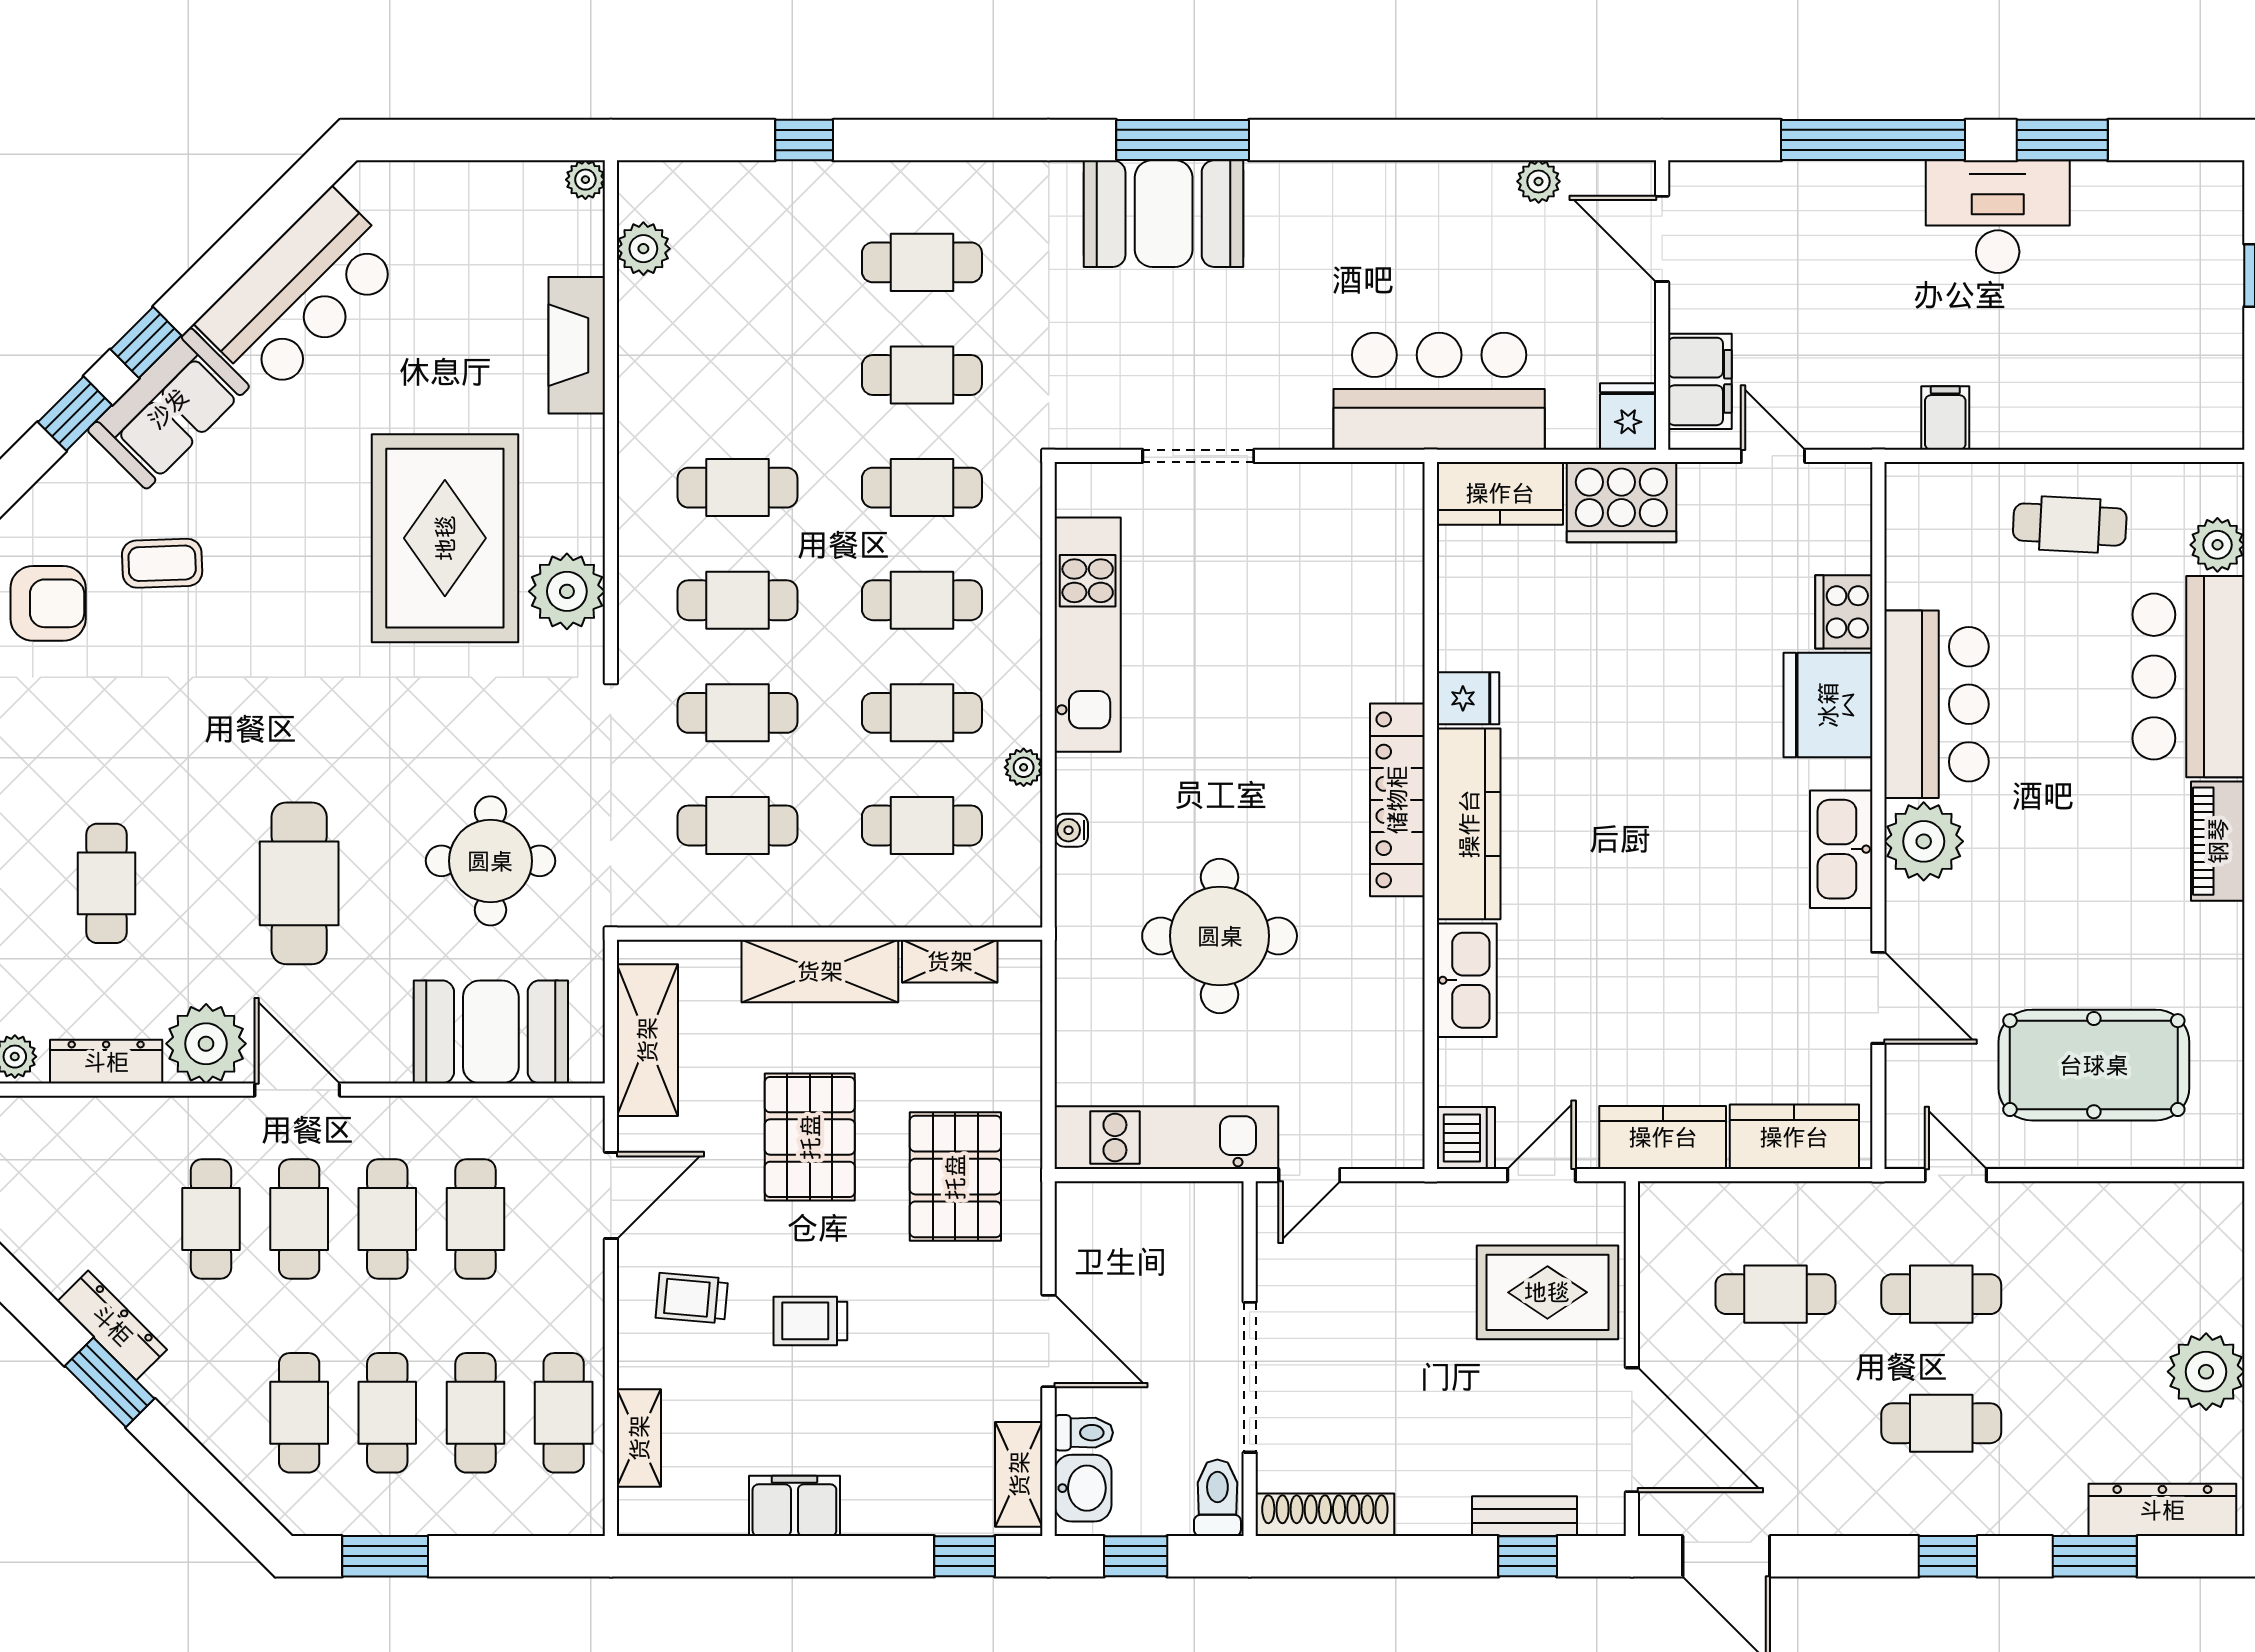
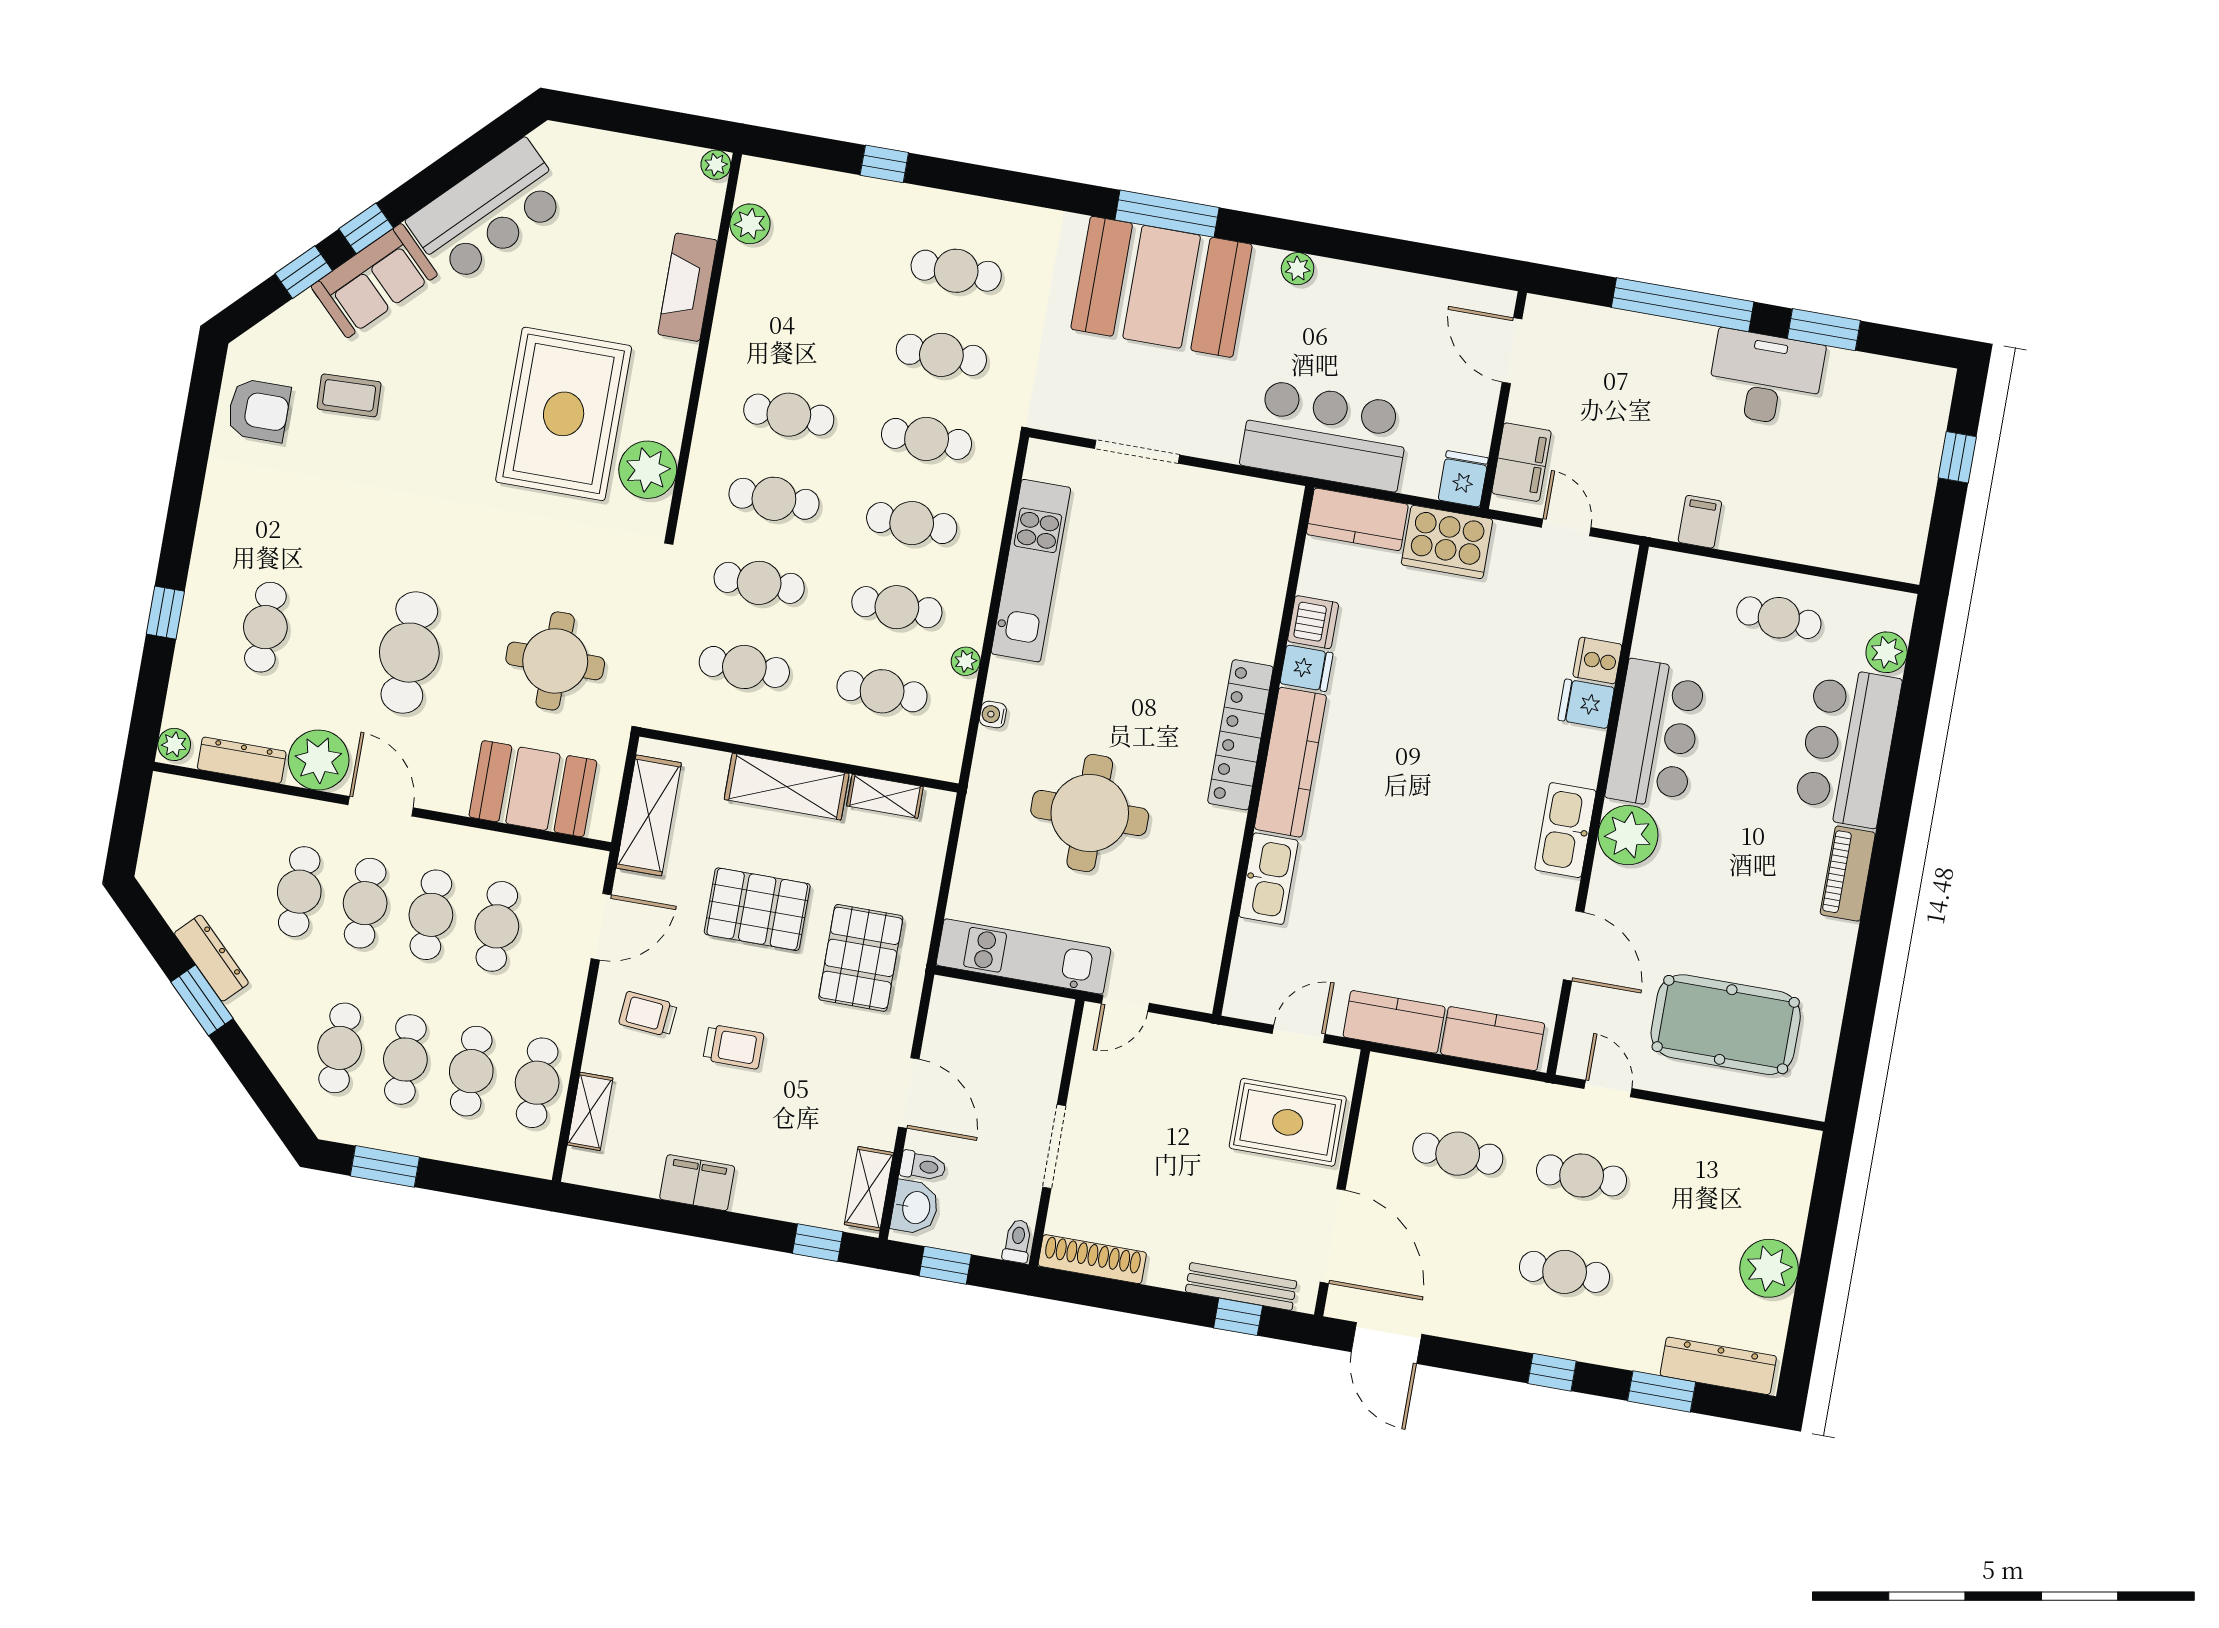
plant: (1539, 181) -> (1298, 269), moved
booth: (1164, 214) -> (1162, 287), width x1.36, depth x1.42
cooker: (1844, 612) -> (1597, 660), width x0.73
fridge: (1828, 705) -> (1586, 704), width x0.53, depth x0.75
pallet: (810, 1137) -> (757, 909), turned 90
dishwasher: (1466, 1138) -> (1313, 622), moved
trolley: (810, 1321) -> (733, 1047), turned 180
doorway: (1250, 1377) -> (1054, 1146), width x0.73
toilet: (1217, 1498) -> (1018, 1241), width x0.73, depth x0.72
bench: (1524, 1516) -> (1241, 1286), width x1.36

